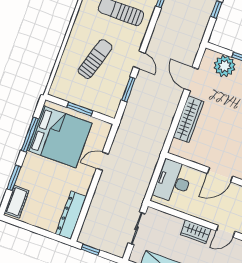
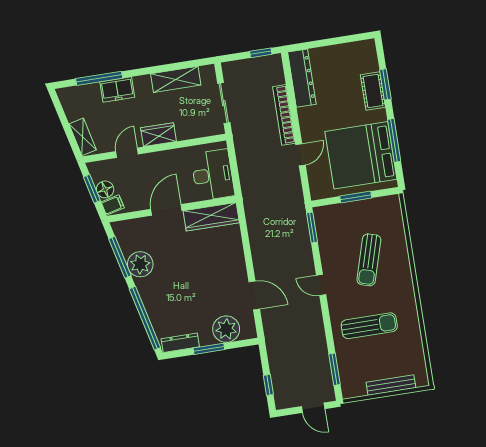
window: (129, 89) -> (312, 228), moved
wardrobe: (188, 119) -> (211, 217), moved, turned -90
bookcase: (98, 196) -> (284, 115), added
cot: (17, 202) -> (373, 91), moved

